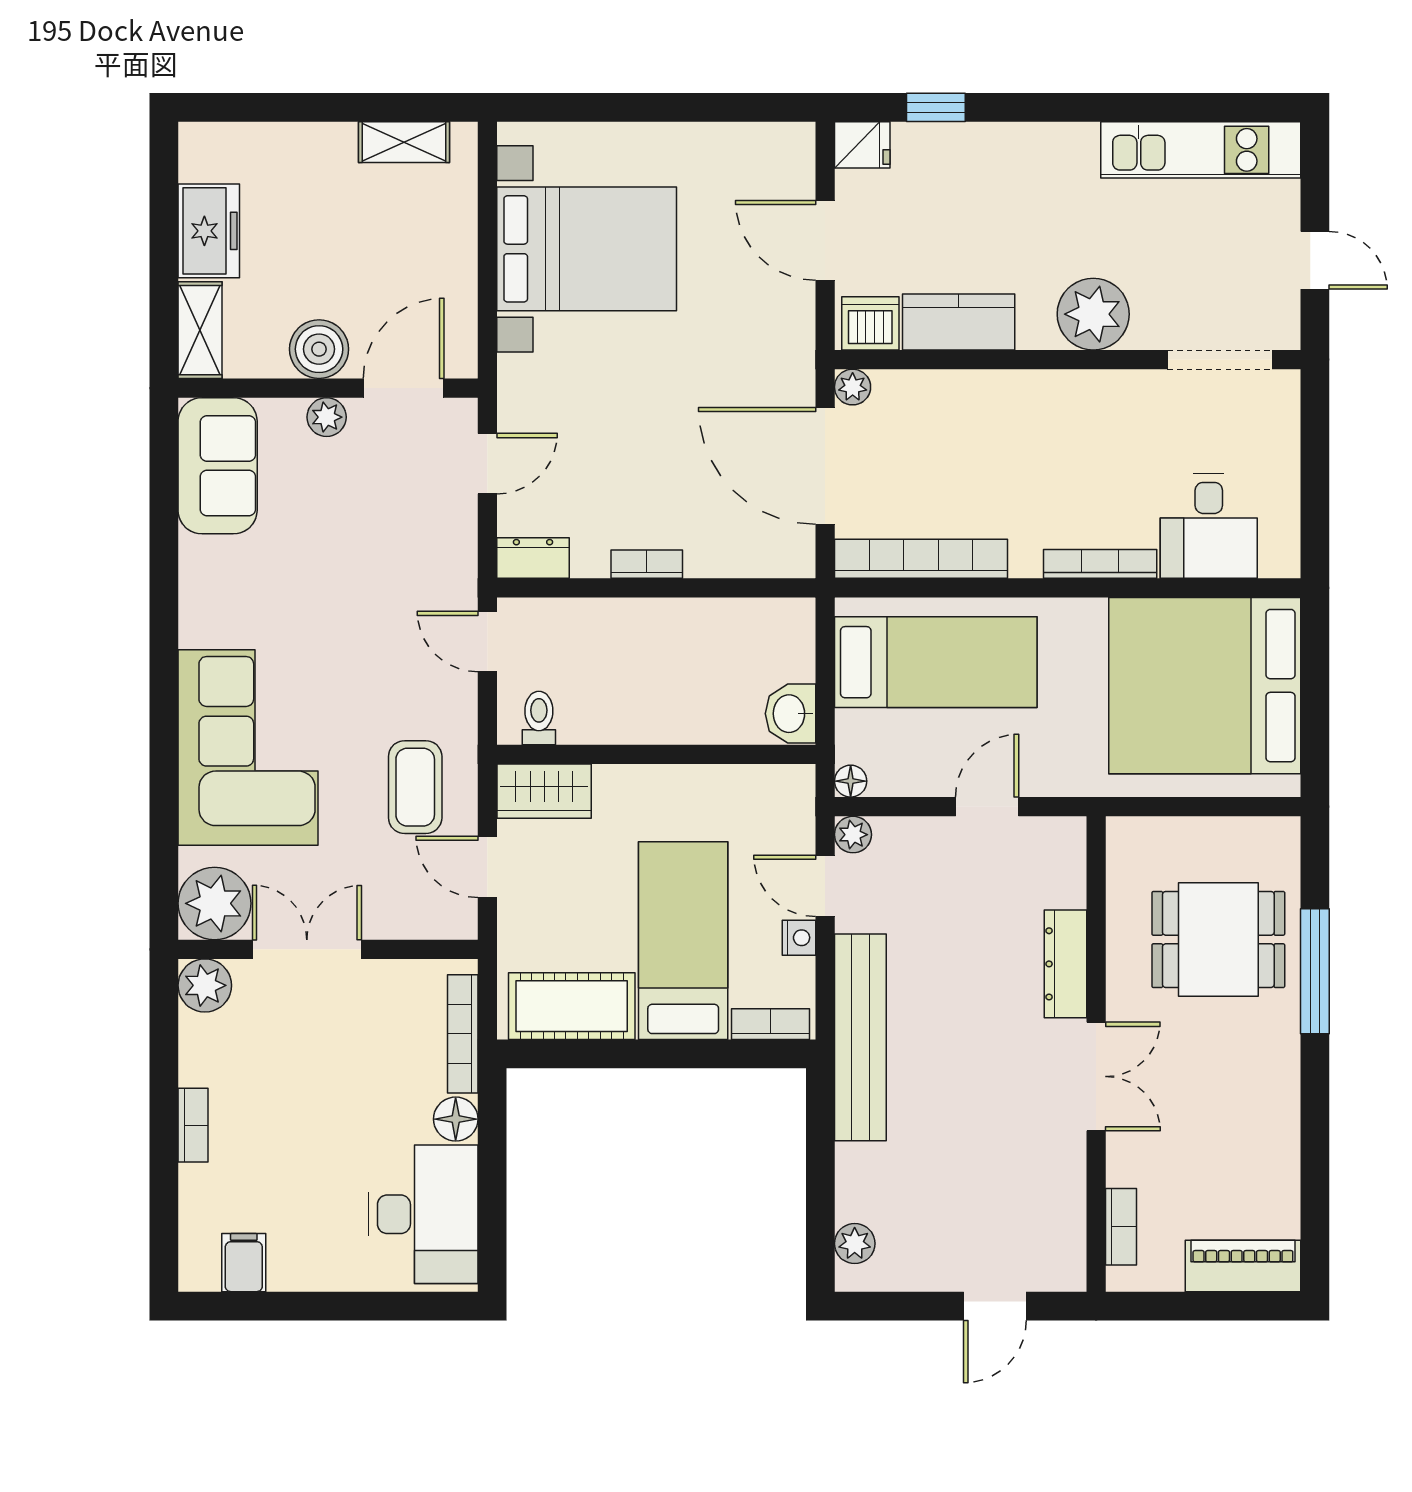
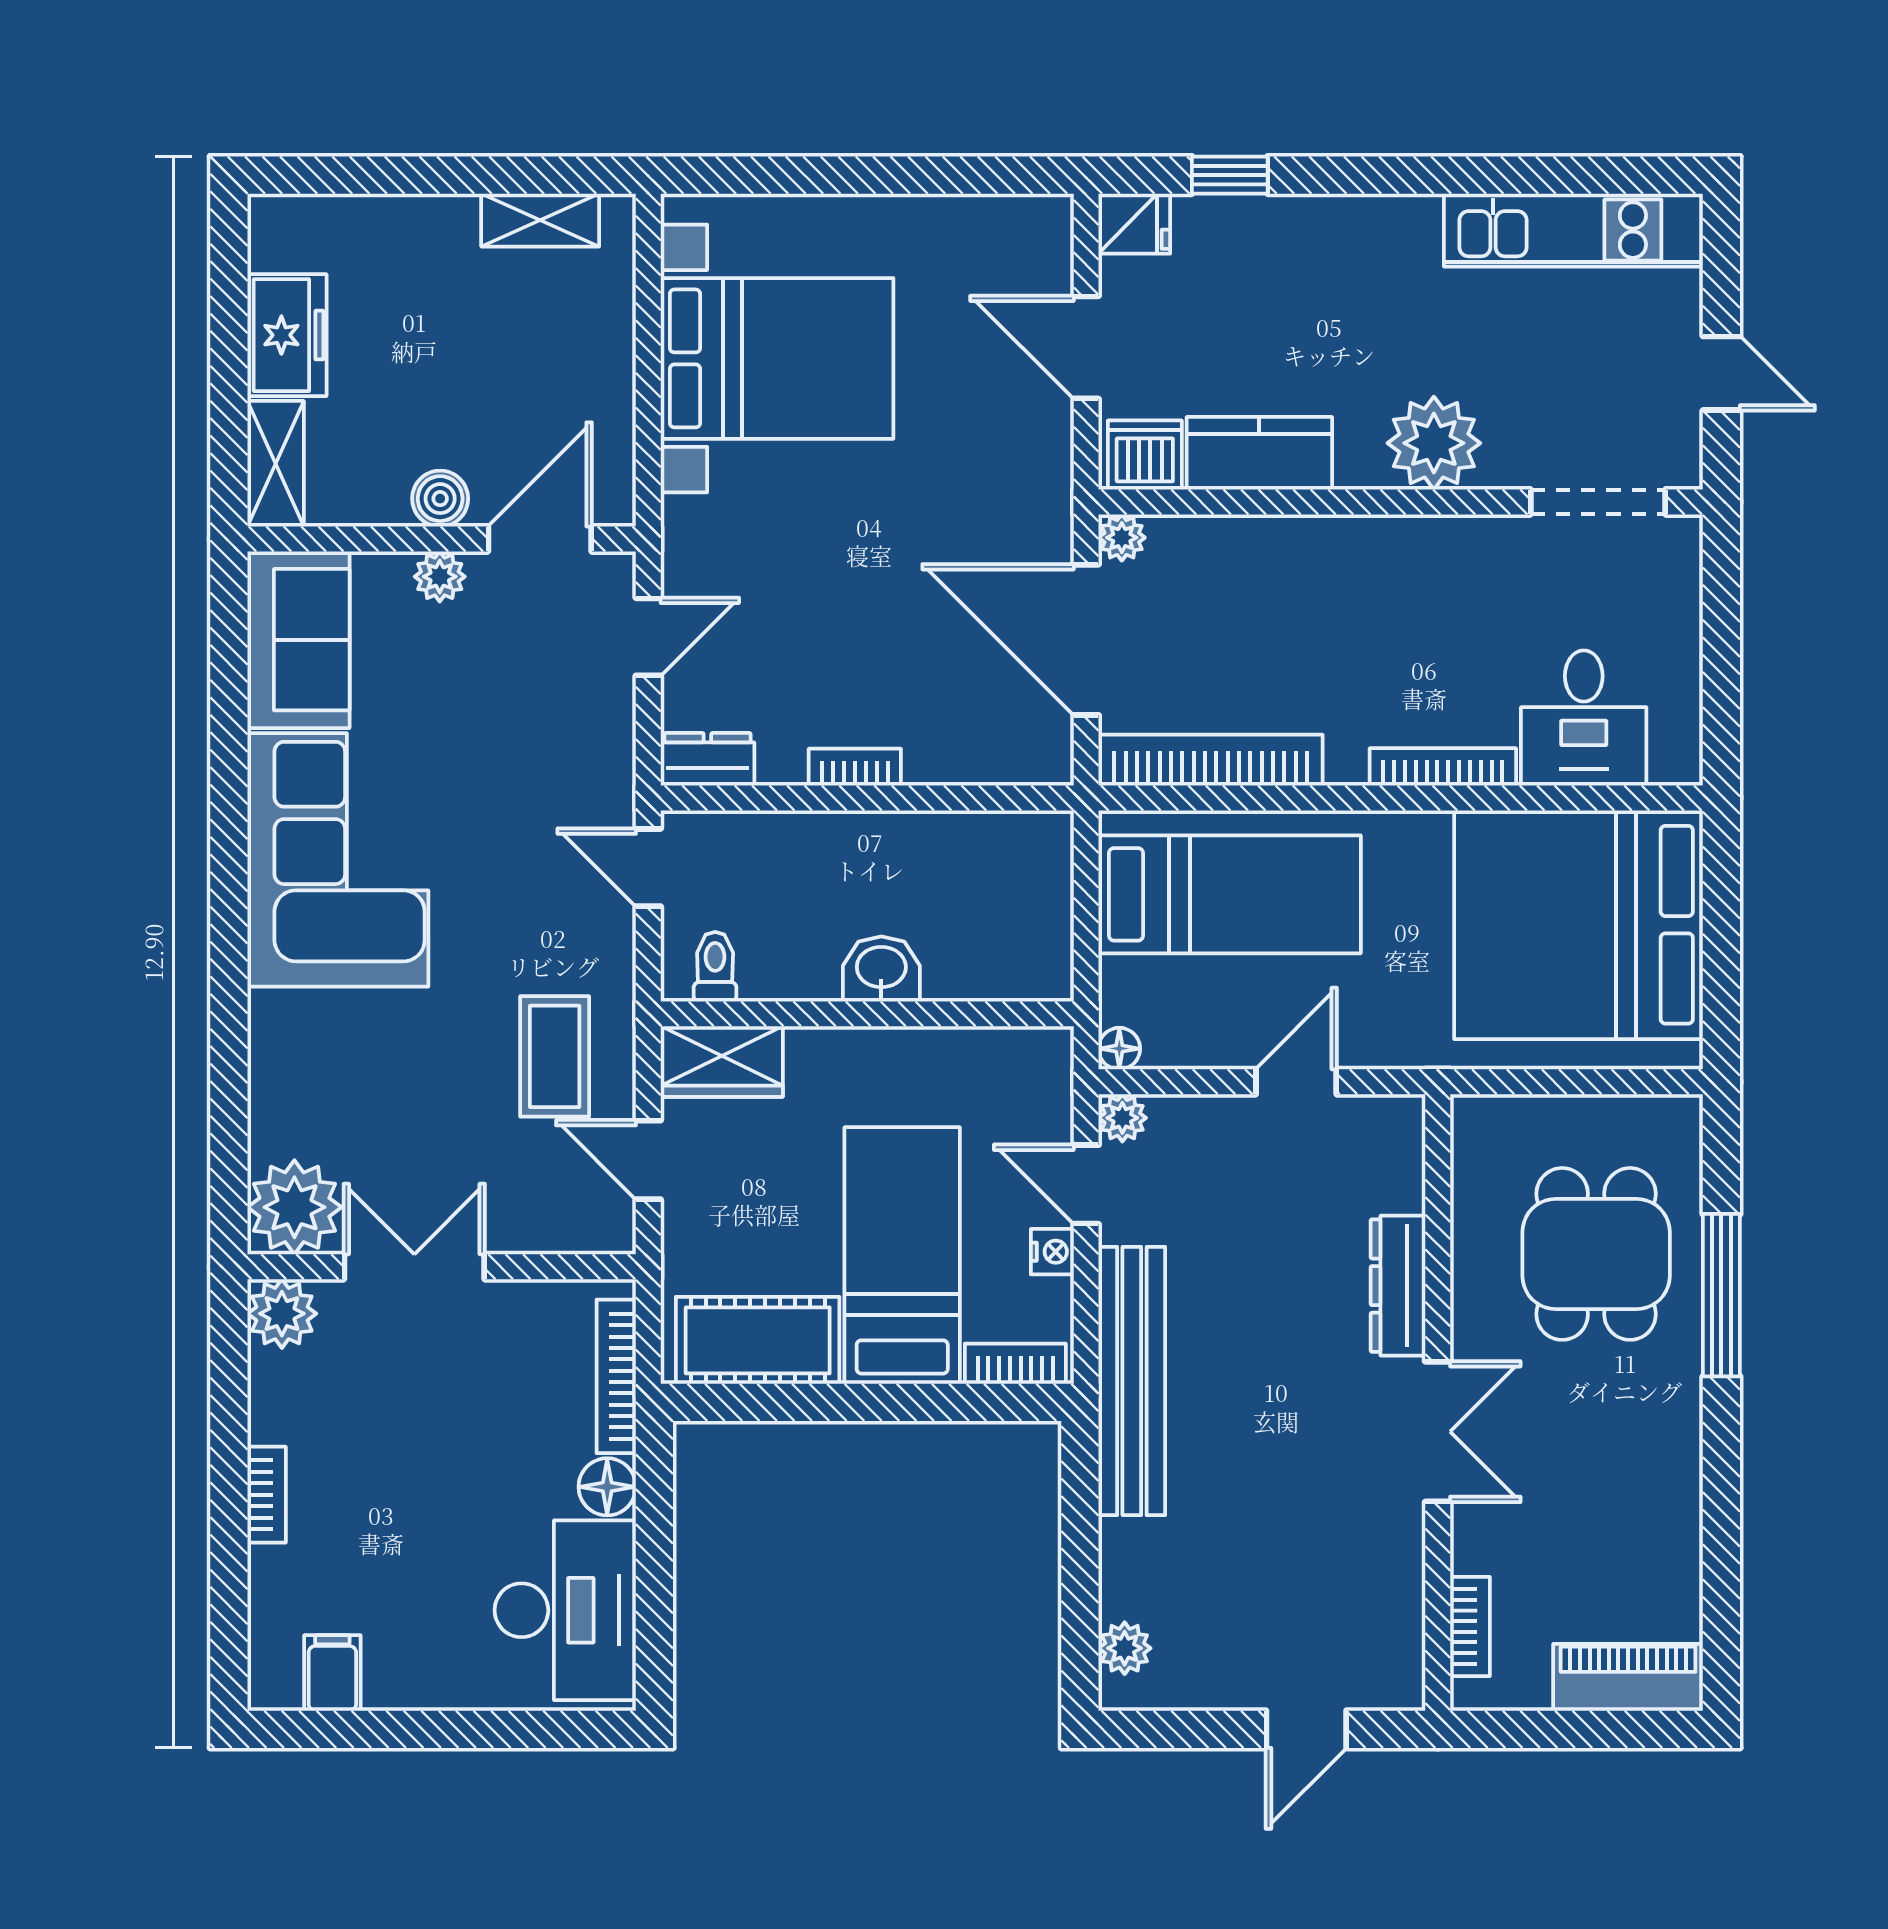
boiler: (319, 349) -> (440, 499), width x0.73, depth x0.73
washbasin: (790, 714) -> (881, 969), moved, turned 90
corner sofa: (248, 747) -> (338, 860), moved
dining table: (1218, 939) -> (1596, 1254), turned 90

